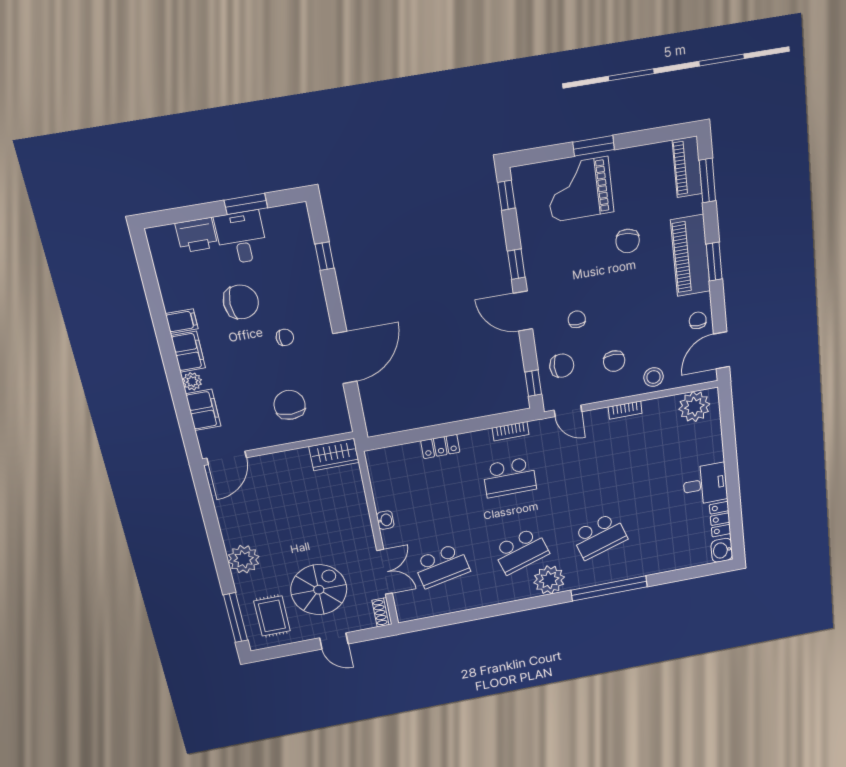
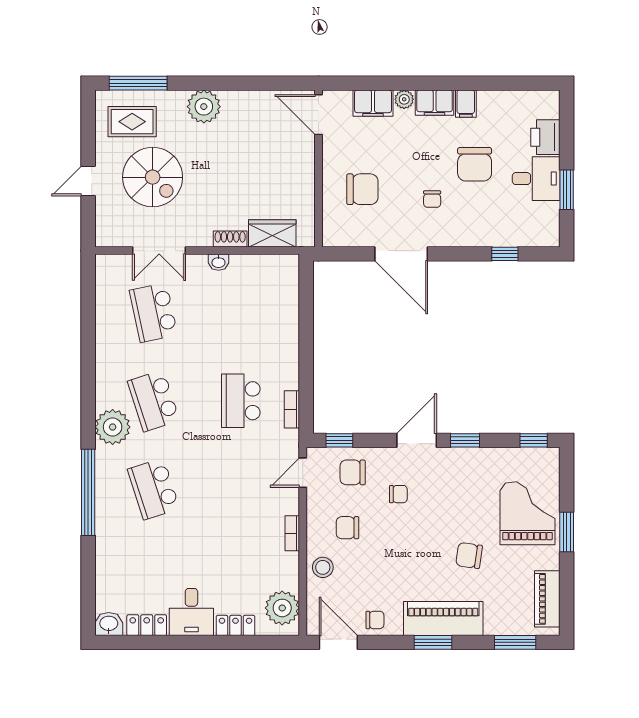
piano: (687, 167) -> (547, 599), moved, turned -90
chair: (562, 366) -> (353, 472), turned 90
locker: (440, 446) -> (236, 625), moved, turned 90
wardrobe: (334, 455) -> (272, 233), moved, turned 90
shoe rack: (382, 612) -> (230, 239), moved

